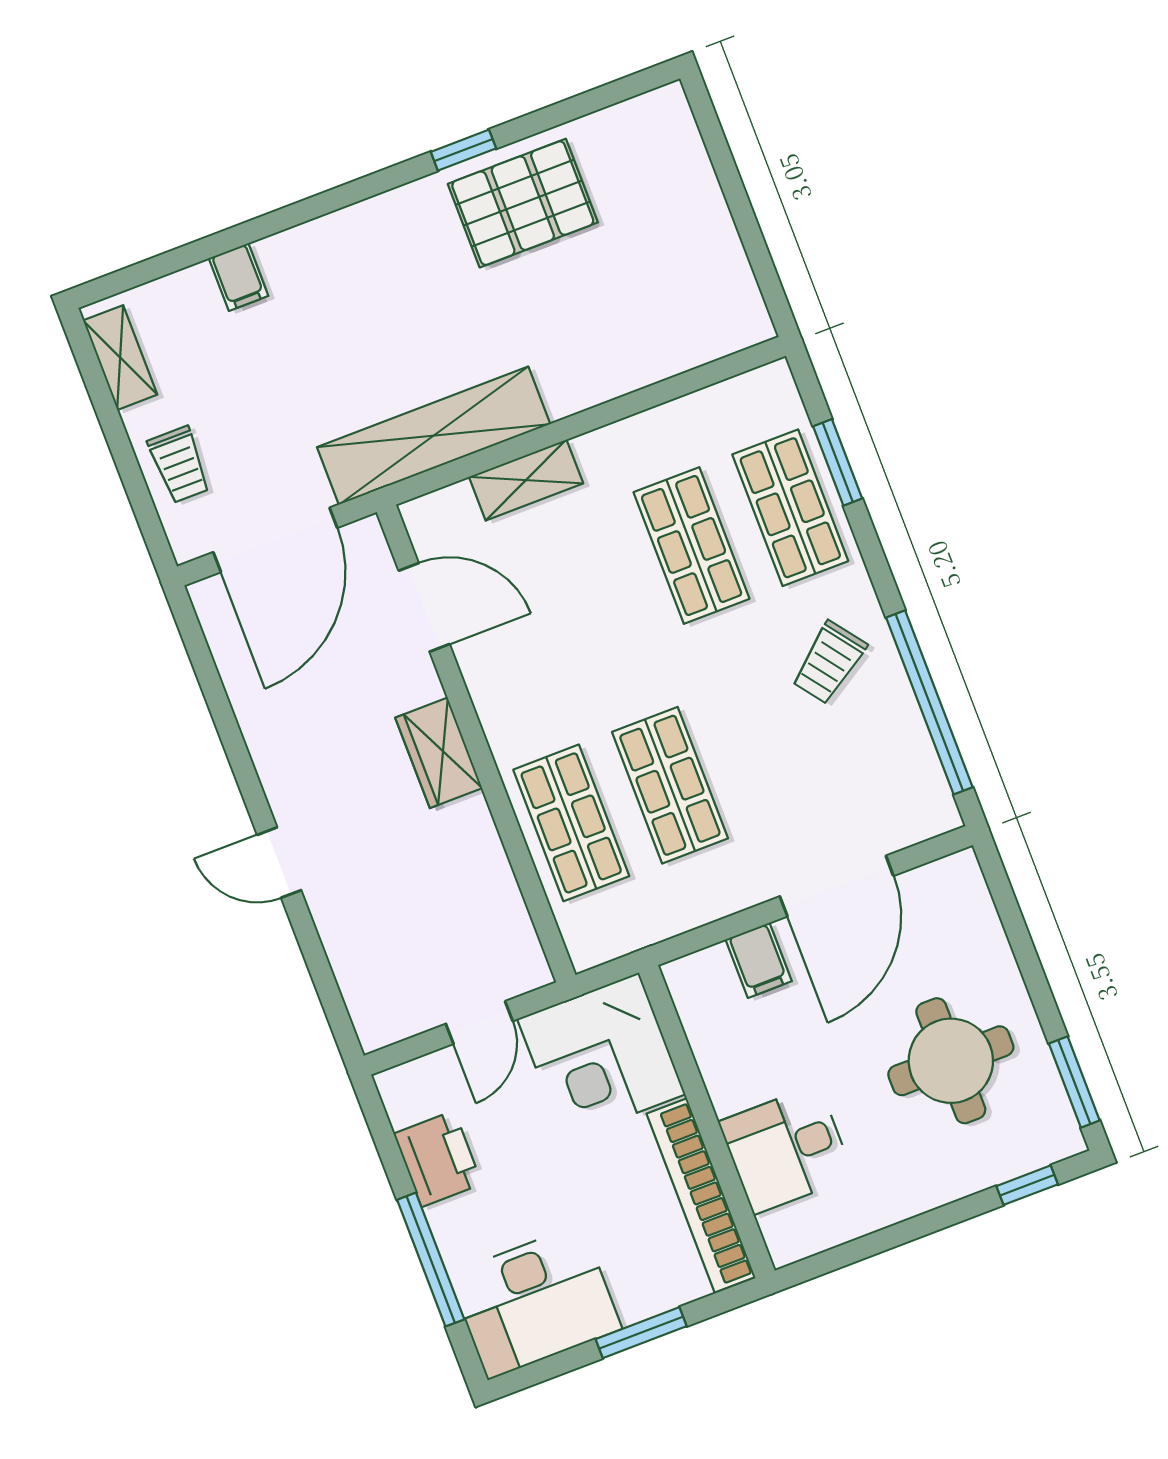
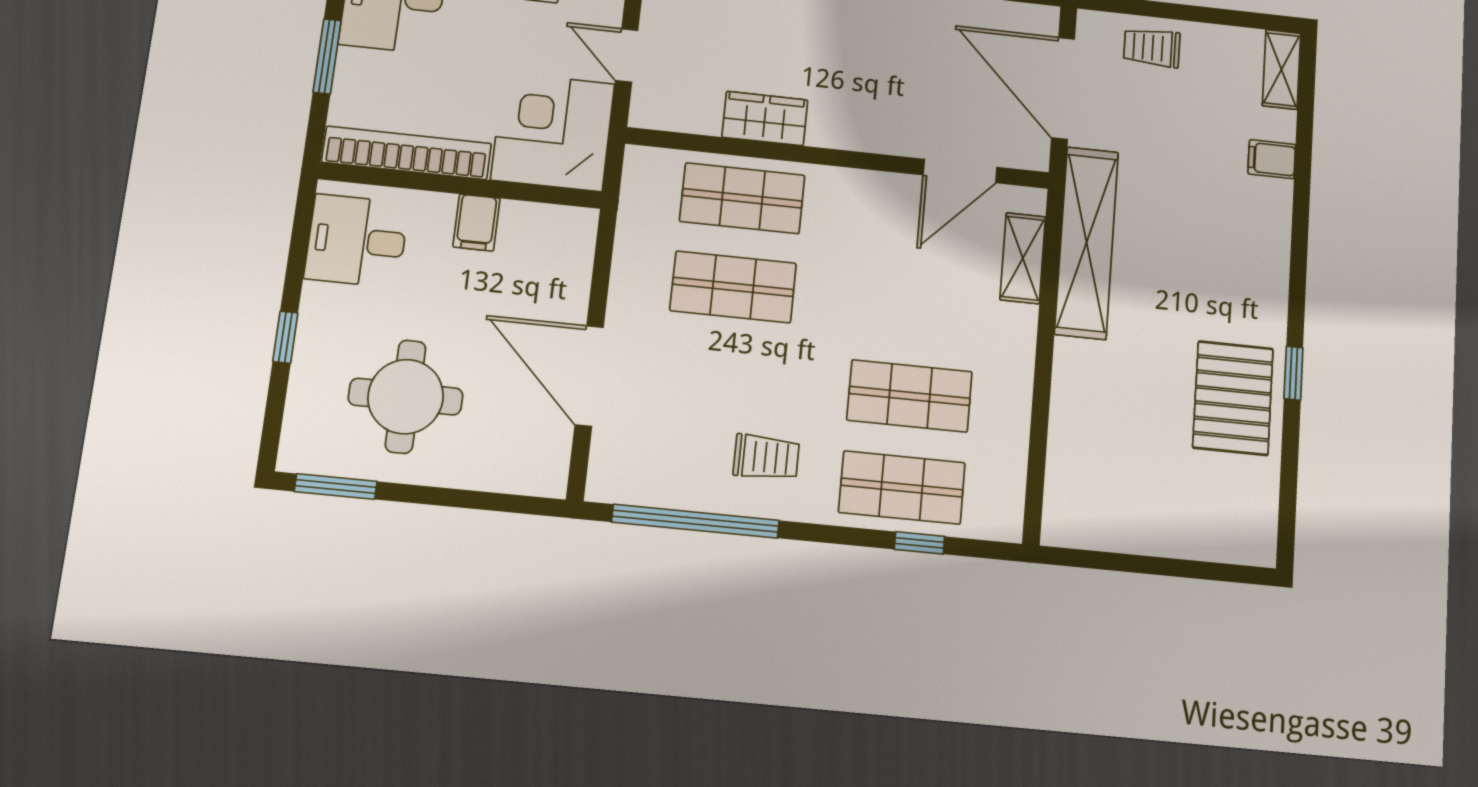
shelving: (120, 358) -> (1282, 69), moved, turned 90
window: (838, 462) -> (920, 543), width x0.67
shelving: (526, 480) -> (1023, 258), moved
trolley: (829, 663) -> (766, 457), turned 127
wardrobe: (439, 753) -> (765, 119), moved
filing cabinet: (759, 960) -> (476, 223), moved, turned -90
desk: (786, 1149) -> (357, 241), moved, turned -90
window: (1027, 1185) -> (285, 337), moved

